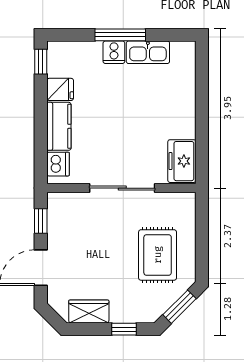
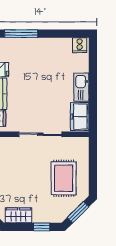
window: (120, 35) -> (21, 34), moved
cooker: (114, 52) -> (80, 45), moved
kitchen sink: (148, 52) -> (81, 87), moved, turned 90

